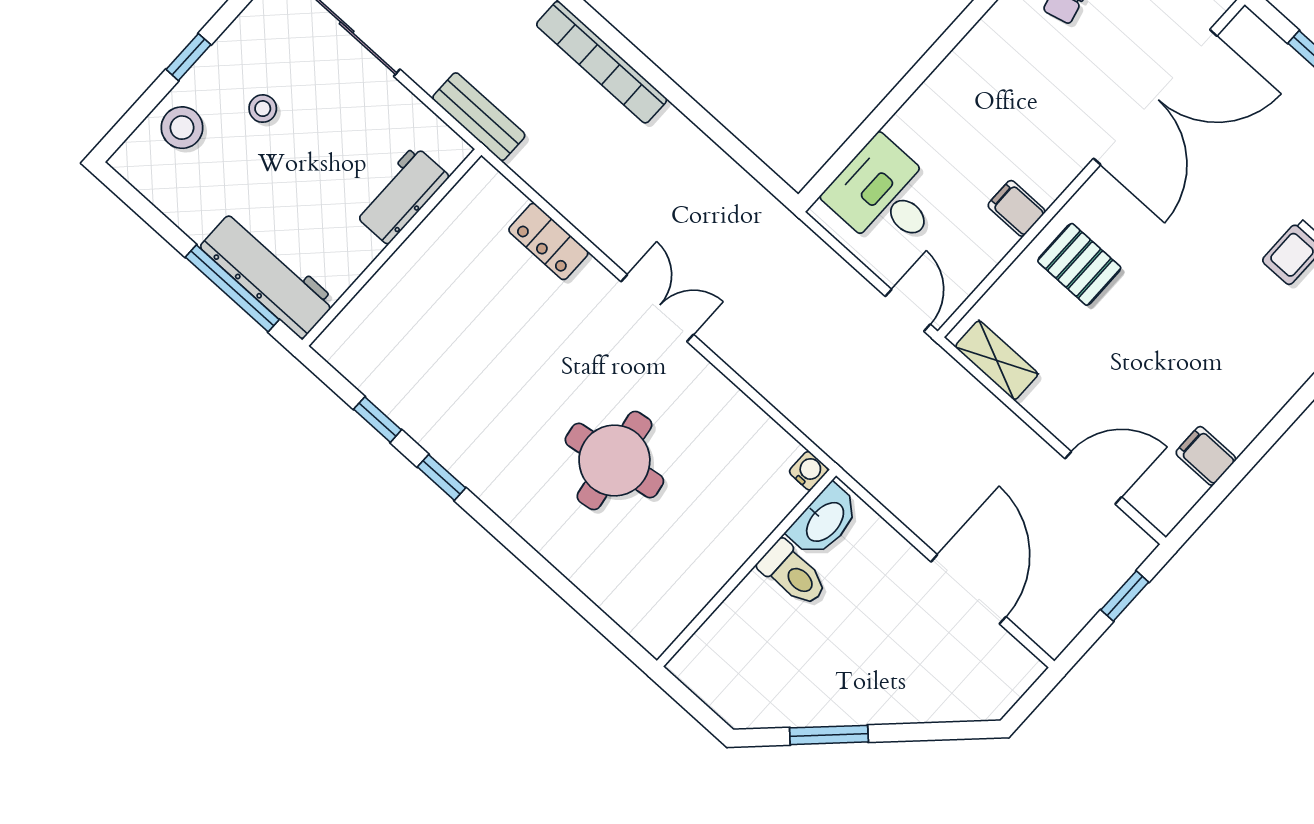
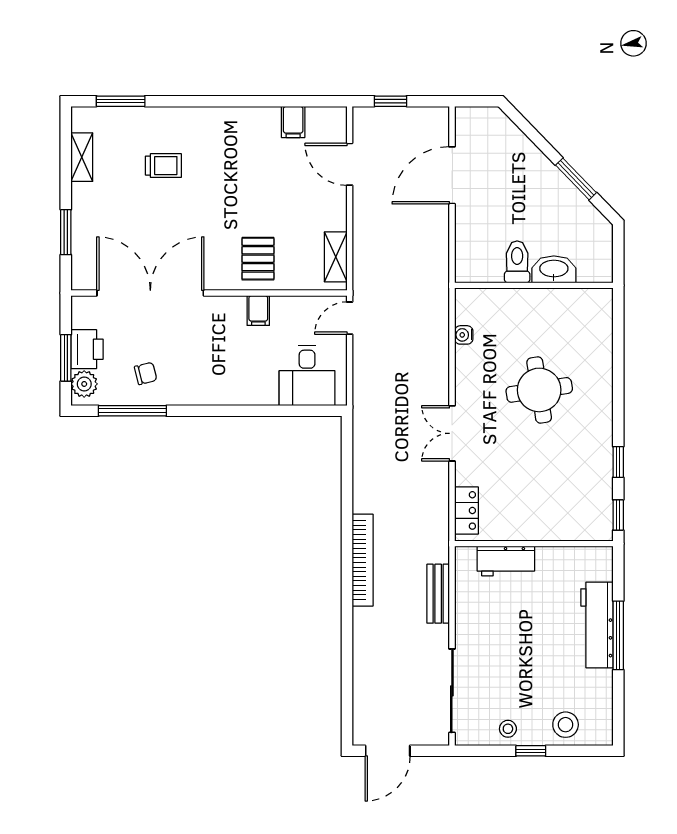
stool: (263, 109) -> (508, 729), moved
workbench: (401, 195) -> (506, 561), moved
wall: (392, 248) -> (534, 544), moved
water cooler: (809, 471) -> (464, 335), moved
washbasin: (824, 521) -> (554, 269), moved

